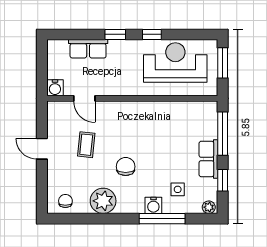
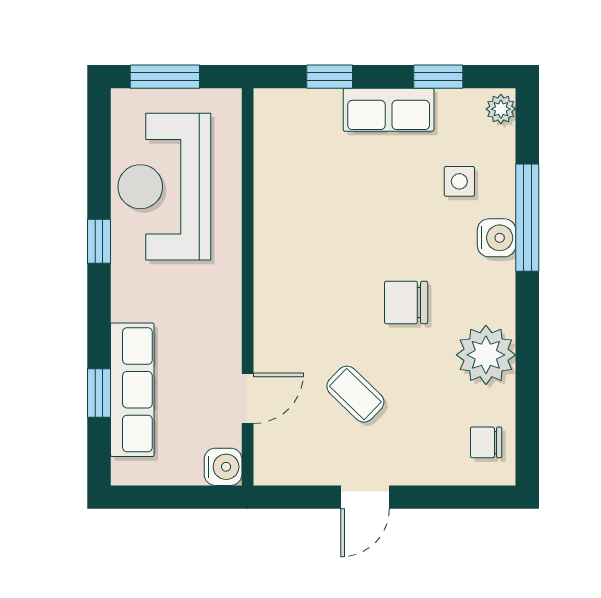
window: (115, 34) -> (99, 393), moved
row of seats: (88, 49) -> (132, 390), width x1.48
window: (223, 134) -> (330, 77), width x0.46
coffee table: (86, 145) -> (355, 394), turned 38

